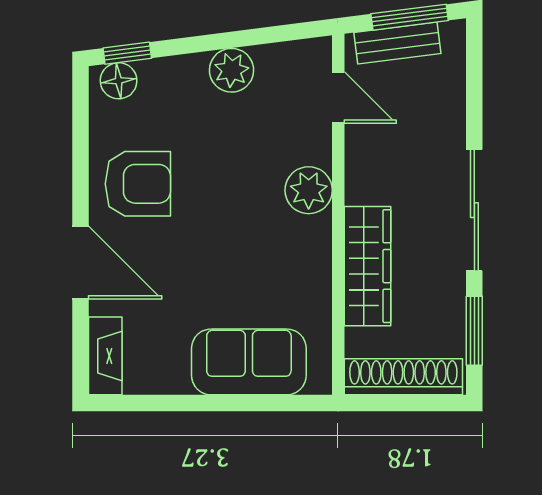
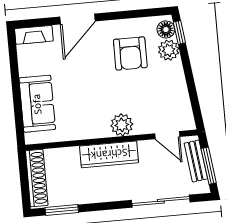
plant: (232, 70) -> (169, 50), moved
door: (338, 98) -> (167, 135), hinge flipped
armchair: (138, 184) -> (130, 53), moved
sliding door: (474, 210) -> (161, 201), moved
wardrobe: (367, 266) -> (109, 154), moved

